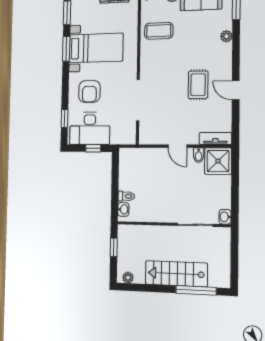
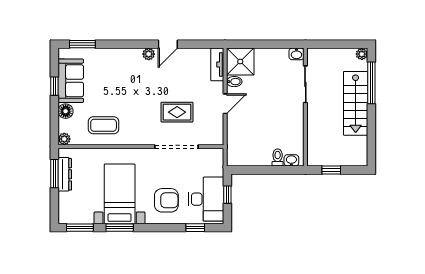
coffee table: (159, 31) -> (104, 125), turned 90
plant: (226, 36) -> (149, 54), moved
rug: (198, 85) -> (177, 112), moved
plant: (128, 278) -> (362, 54), moved

